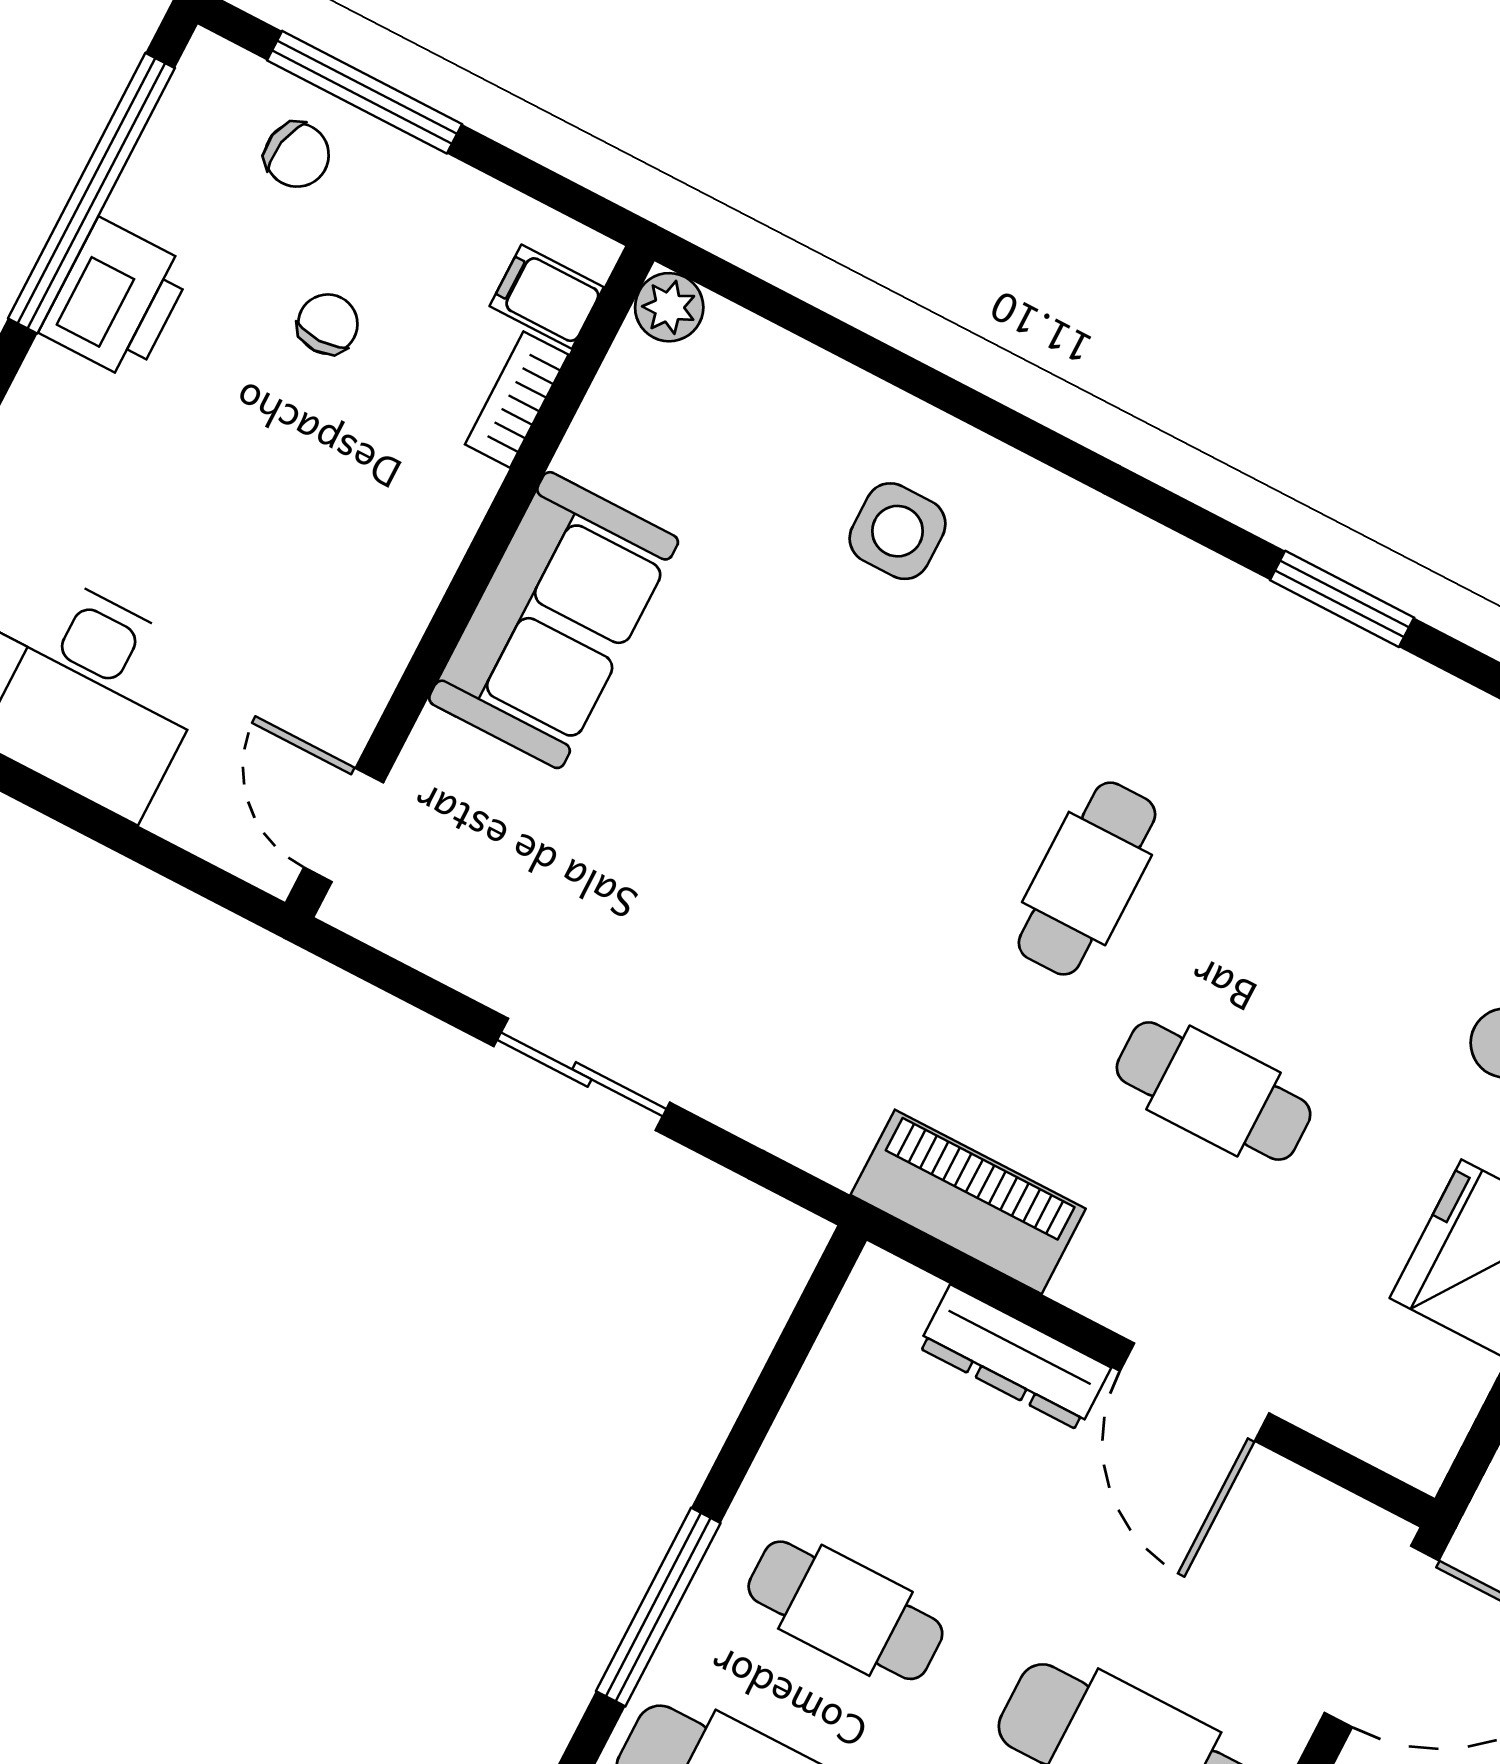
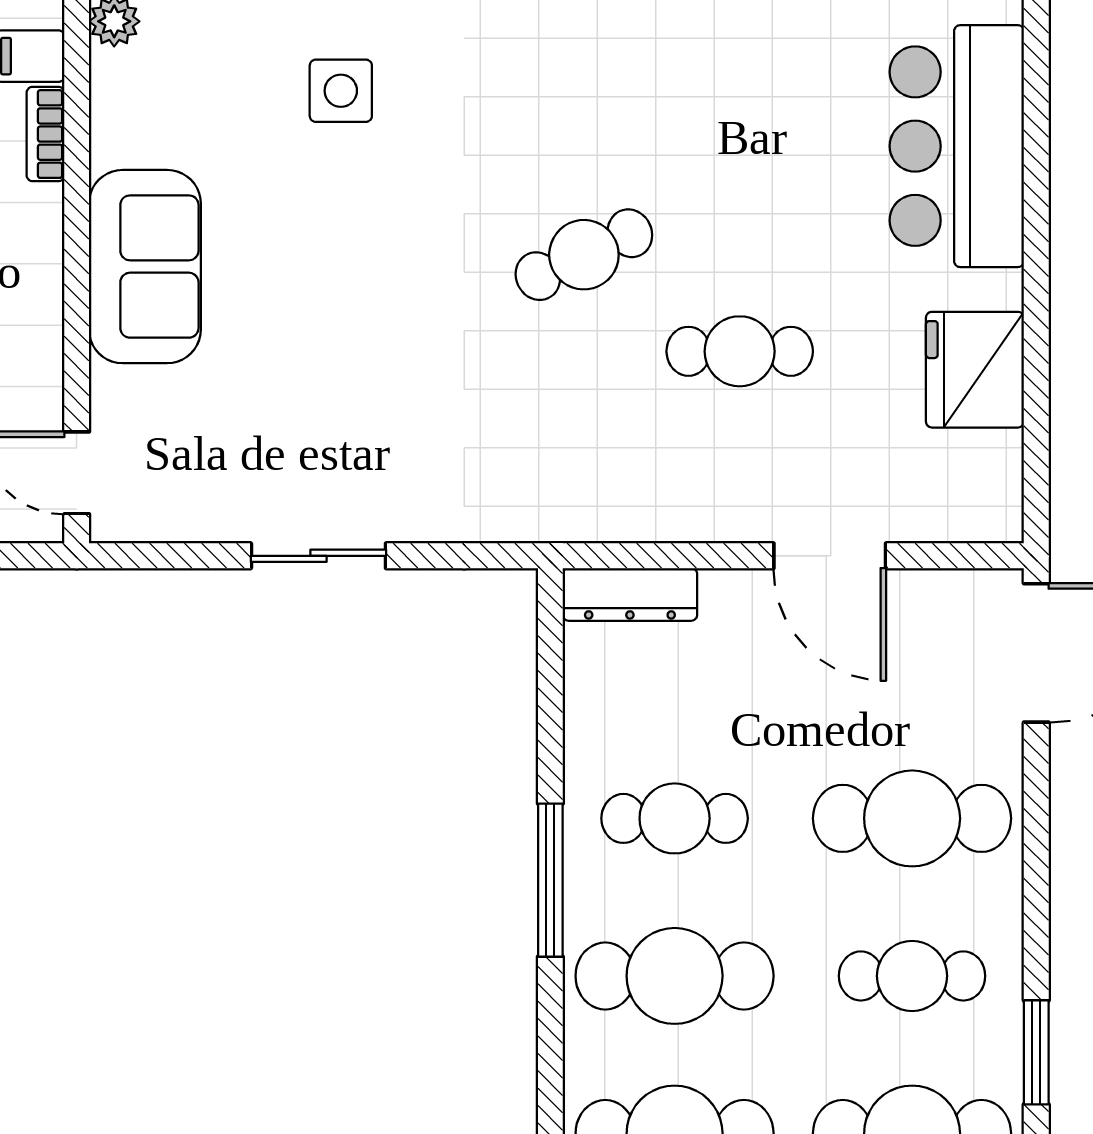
cafe table: (1087, 879) -> (584, 255), turned 65
piano: (968, 1202) -> (616, 508), removed
dresser: (1014, 1357) -> (630, 594), moved

